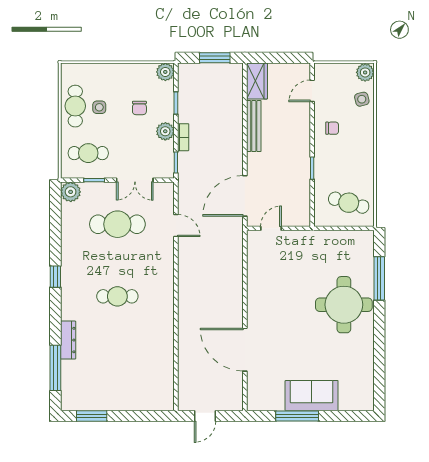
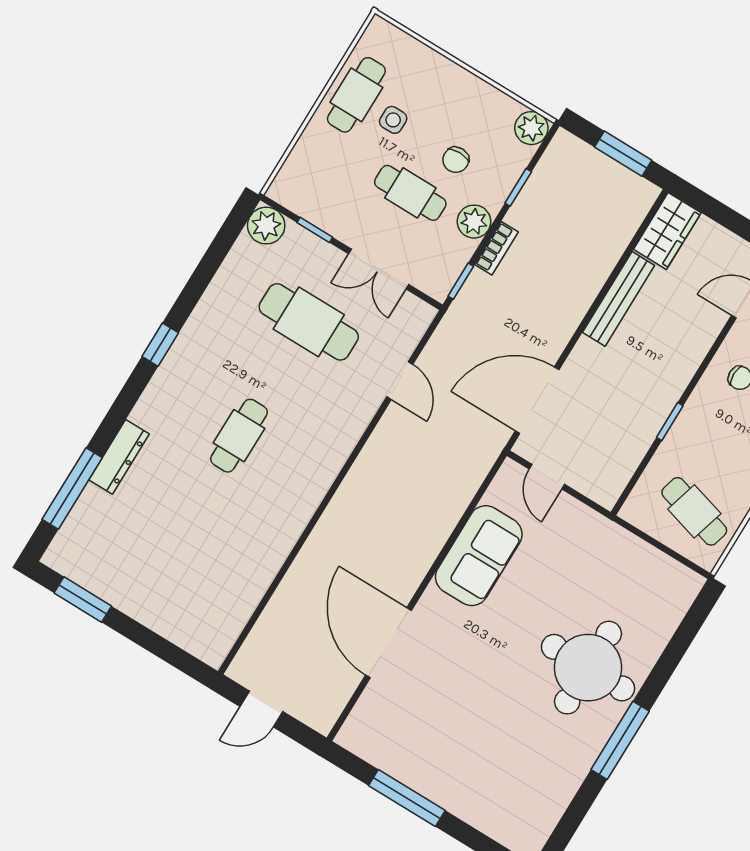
cafe table: (88, 153) -> (410, 193), moved
door: (271, 228) -> (547, 477), swing flipped
window: (379, 278) -> (620, 740), moved
cafe table: (117, 296) -> (239, 436), turned 90
sofa: (312, 396) -> (479, 556), moved, turned 90

